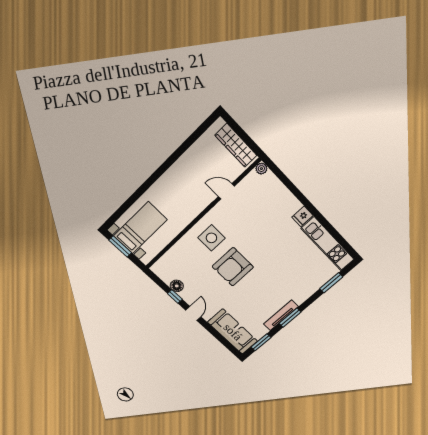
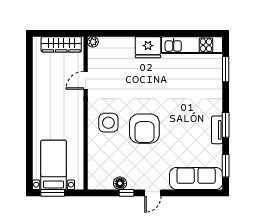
fridge: (302, 216) -> (148, 47), width x1.88, depth x1.34
door: (193, 313) -> (153, 193), swing flipped
tv unit: (281, 315) -> (217, 130), width x0.71

